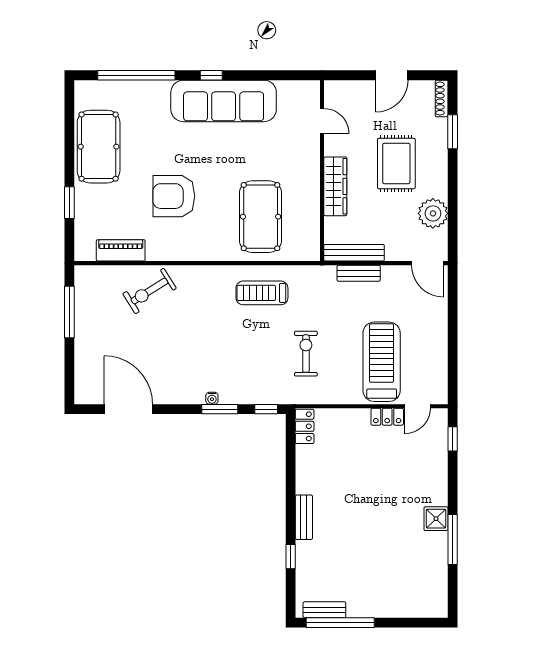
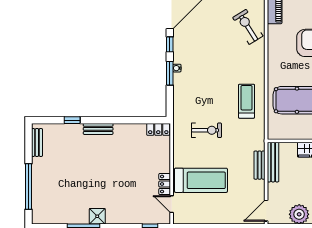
window: (266, 409) -> (170, 44), moved
window: (340, 623) -> (28, 187), moved

